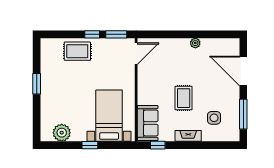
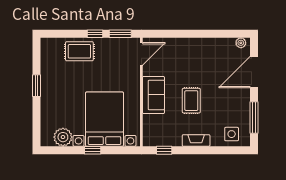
plant: (195, 43) -> (241, 43), moved
door: (243, 71) -> (254, 72), hinge flipped
bed with nightstands: (109, 116) -> (105, 119), width x1.36
side table: (214, 118) -> (232, 134), moved
sofa: (148, 123) -> (153, 95), moved

